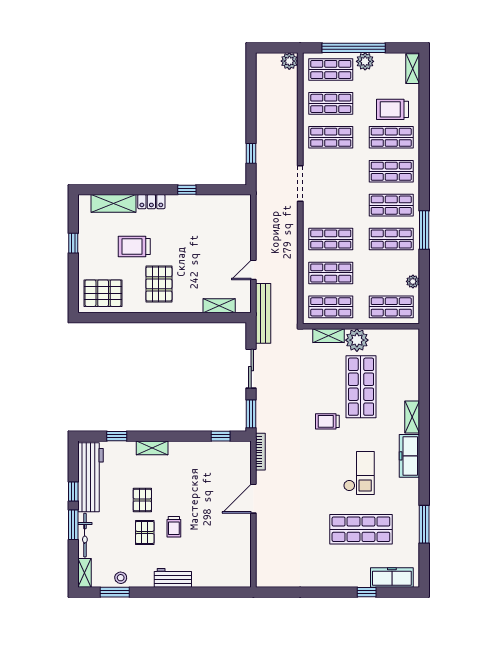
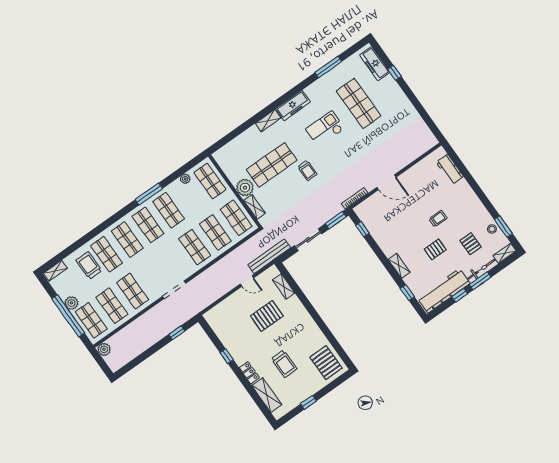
trolley: (393, 109) -> (89, 265), turned 180
pallet: (159, 284) -> (267, 316), moved
pallet: (145, 532) -> (471, 244), moved, turned 90
workbench: (173, 578) -> (450, 169), moved

